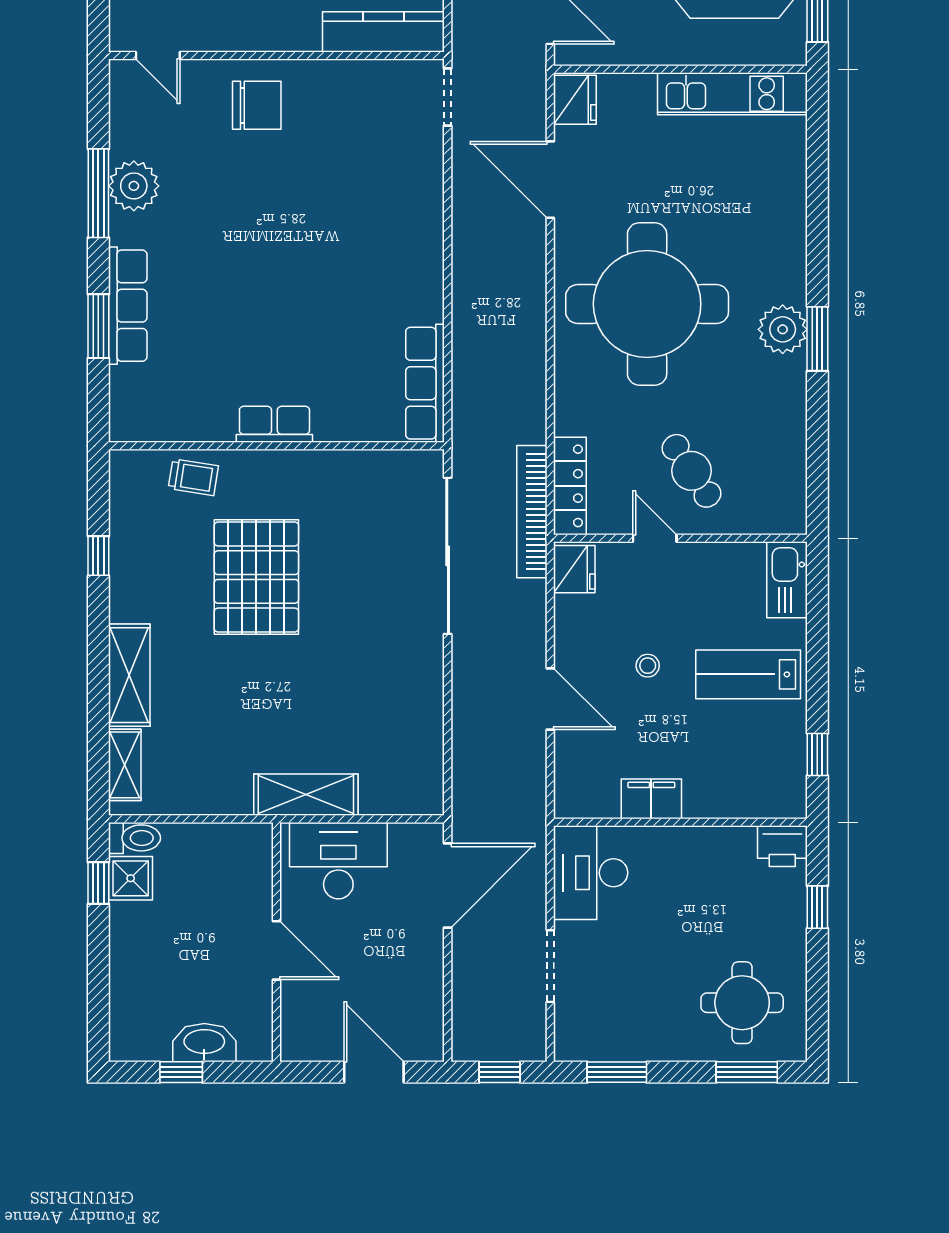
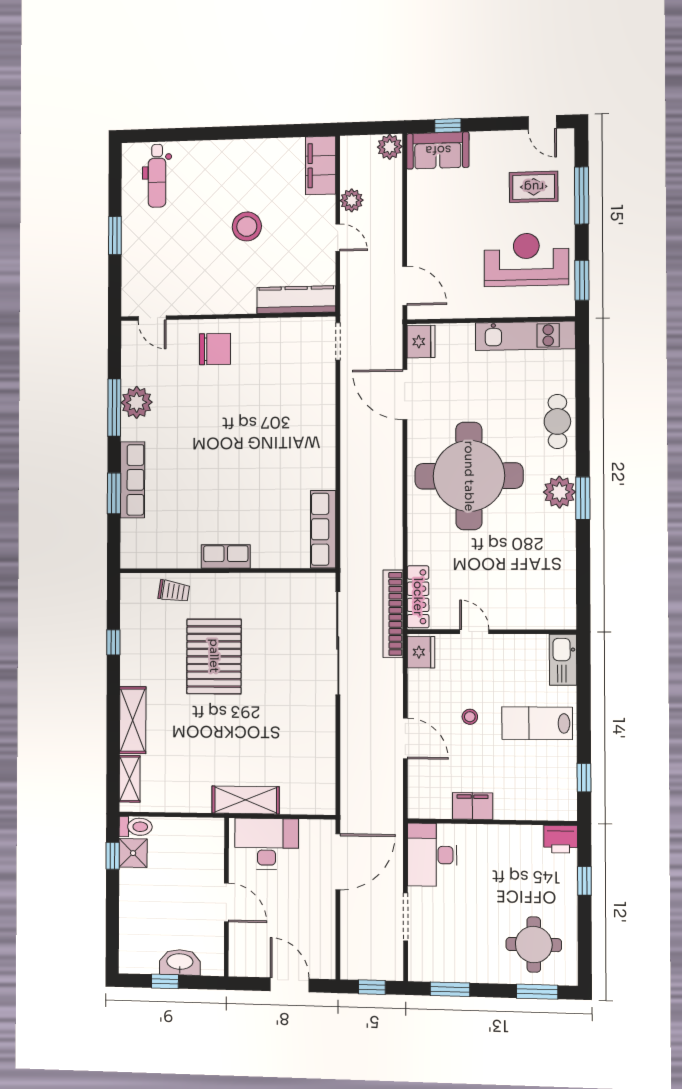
cafe table: (692, 471) -> (557, 421), moved, turned 34

